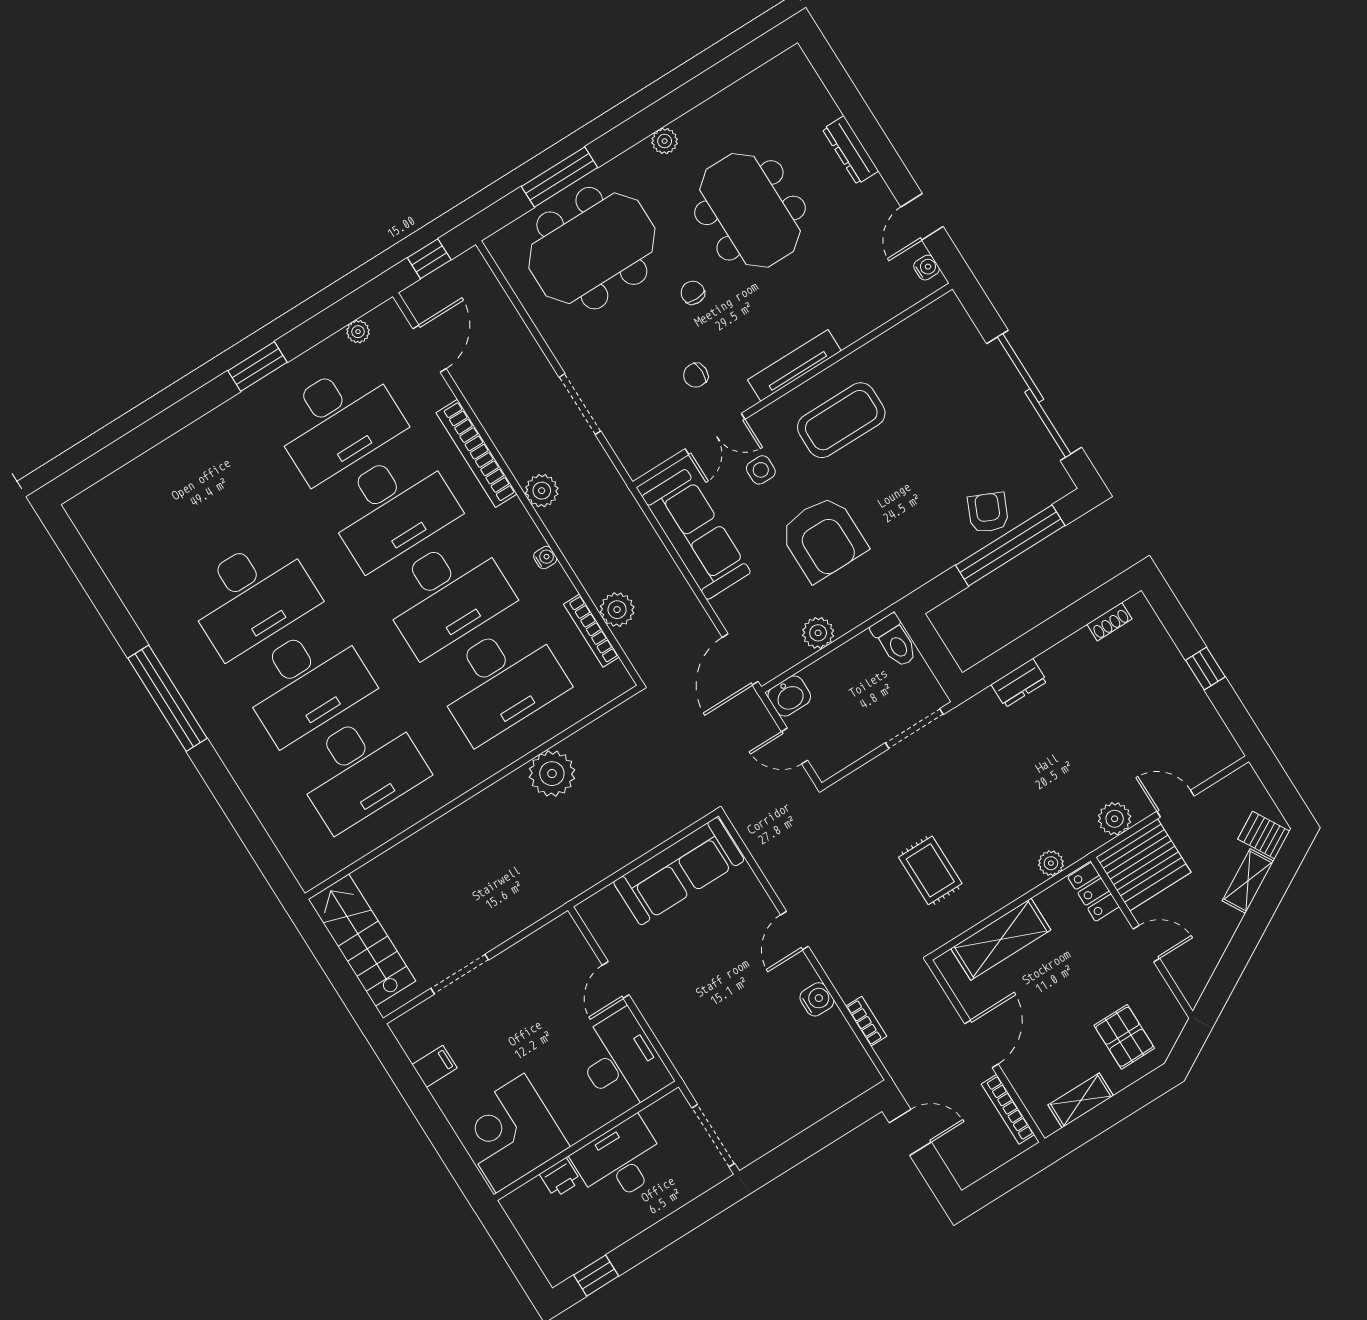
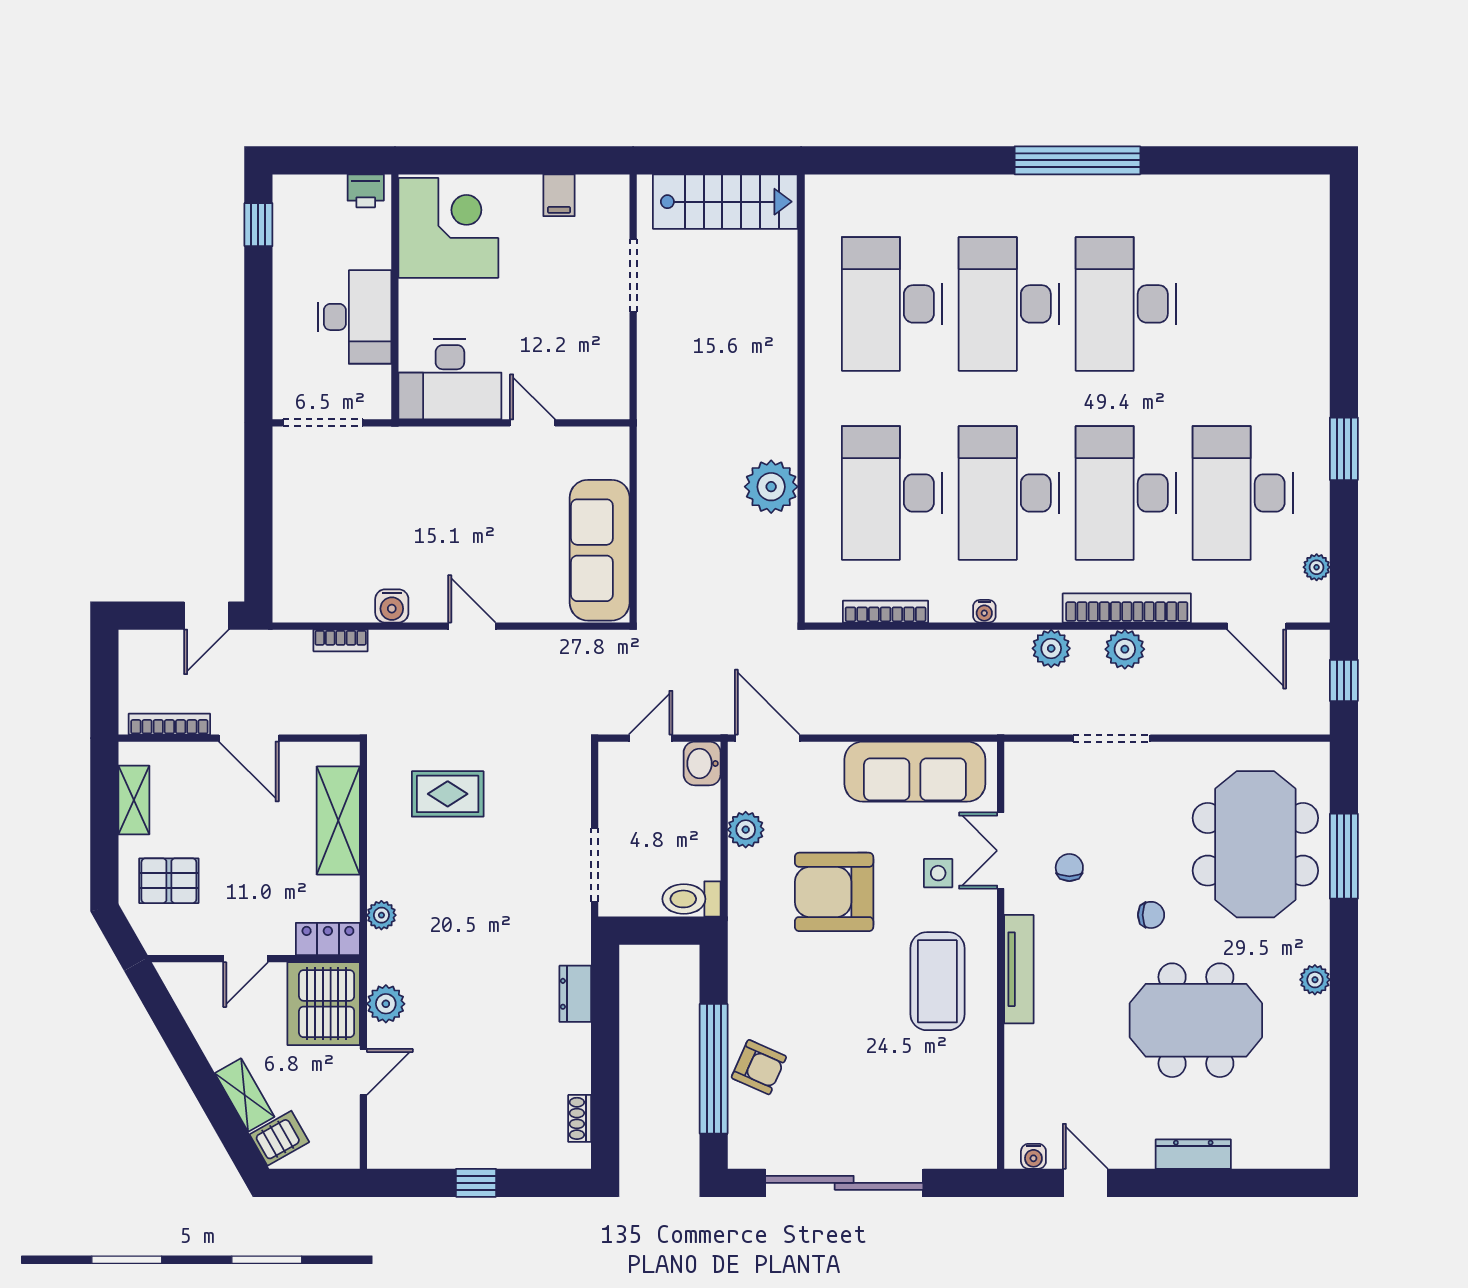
plant: (617, 610) -> (1125, 649), moved
printer: (560, 1178) -> (366, 191), moved, turned -90

